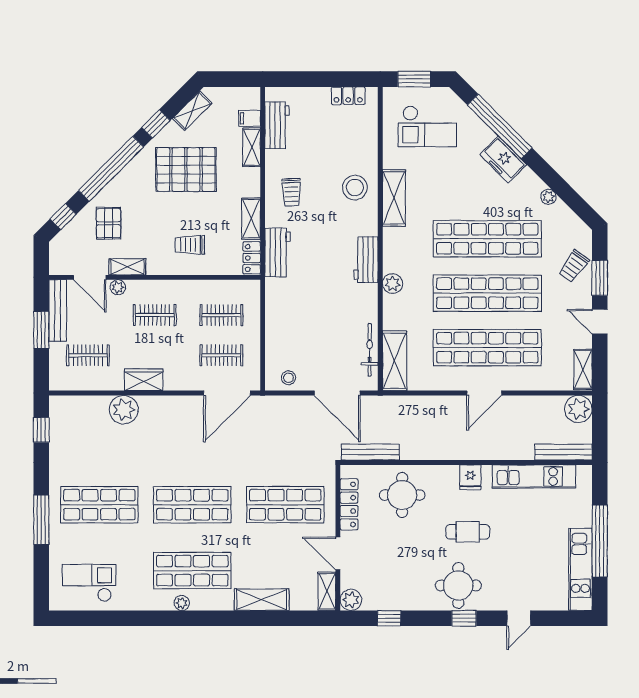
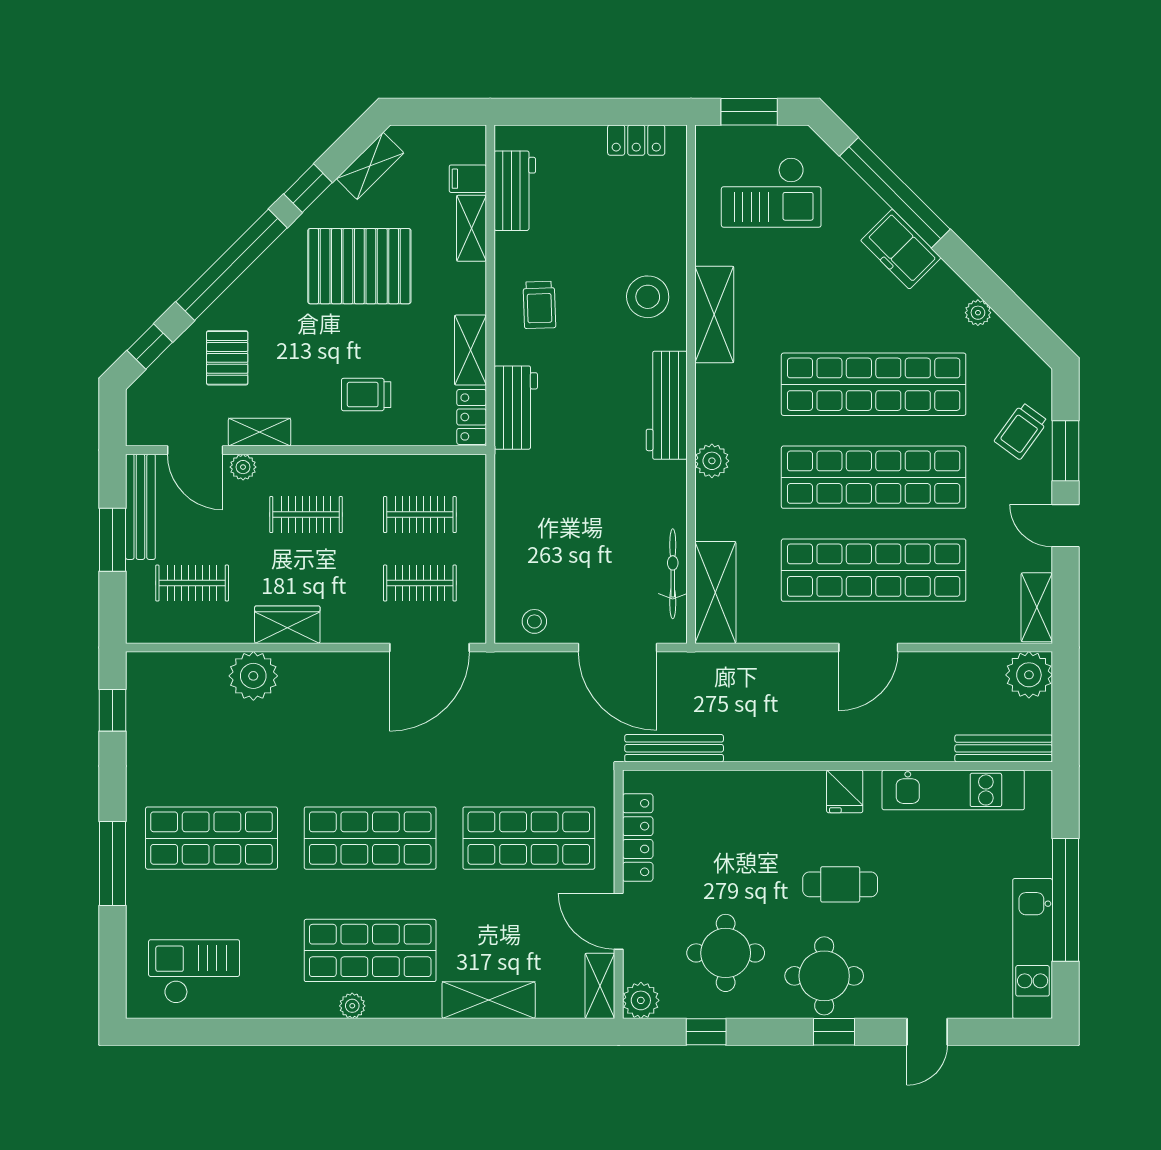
workbench: (366, 260) -> (667, 405), width x1.38
round table: (402, 495) -> (726, 953), moved

